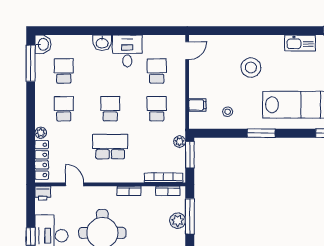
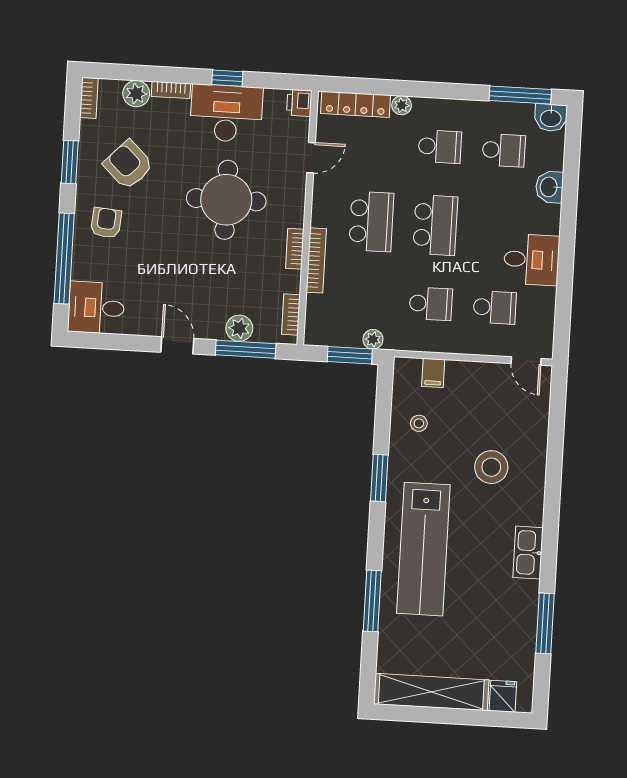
washbasin: (102, 43) -> (549, 187), moved
school desk: (110, 109) -> (435, 225), width x1.85
bookcase: (164, 178) -> (316, 260), moved

